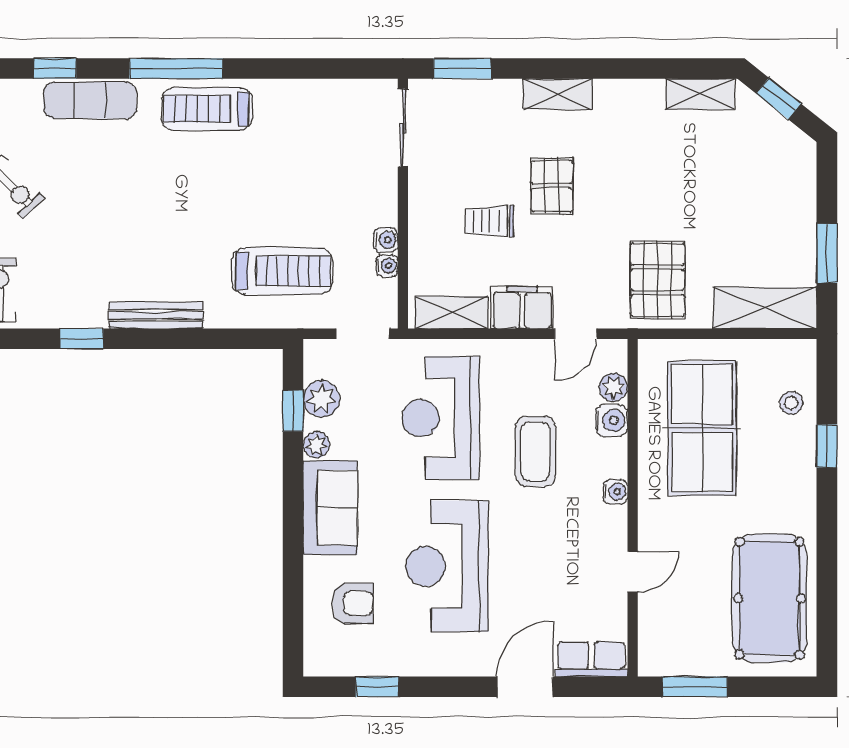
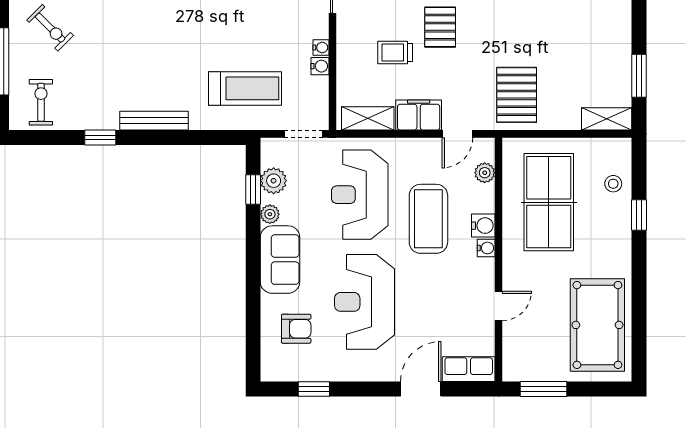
water cooler: (387, 266) -> (321, 48), moved
shelving: (765, 308) -> (607, 119), width x0.67, depth x0.75
water cooler: (611, 420) -> (483, 226), moved
coffee table: (536, 451) -> (428, 219), width x1.36, depth x1.32

